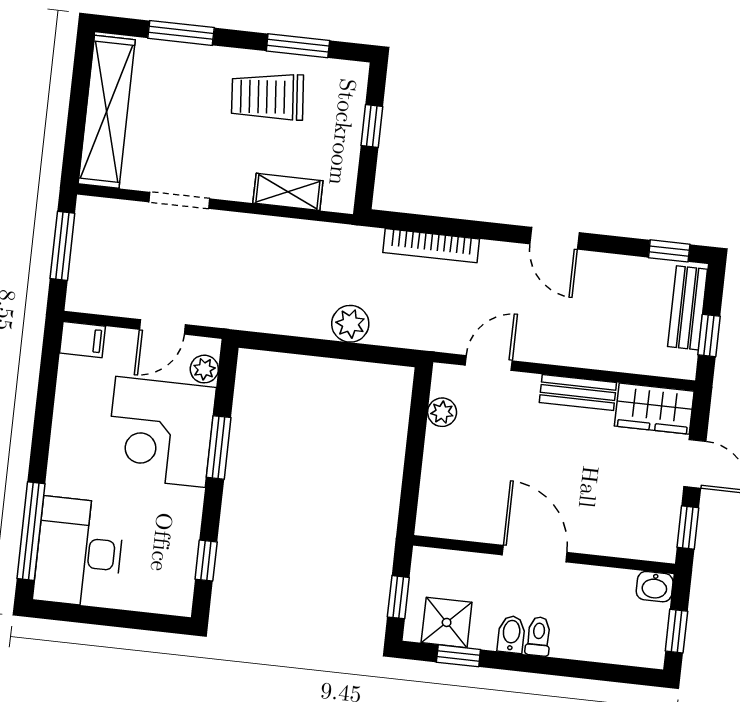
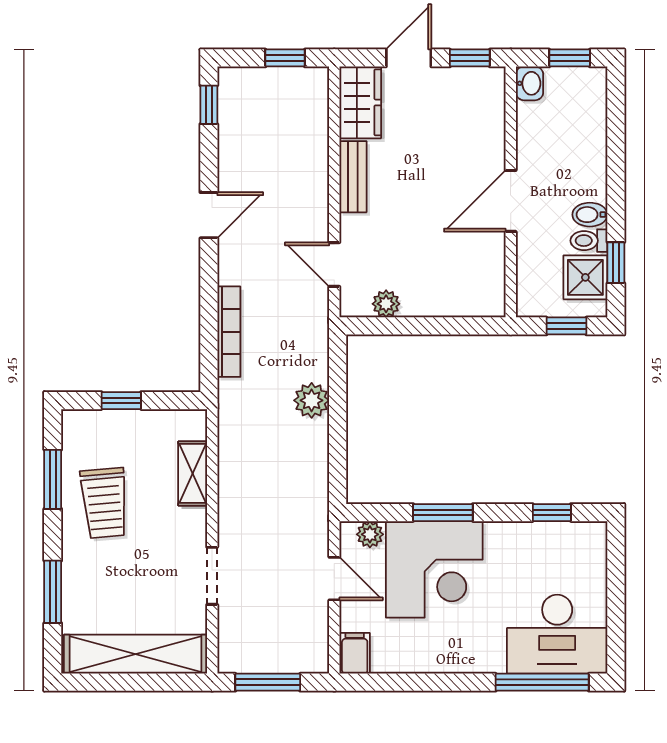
bench: (688, 308) -> (261, 81), removed
toilet: (538, 636) -> (589, 241), moved

